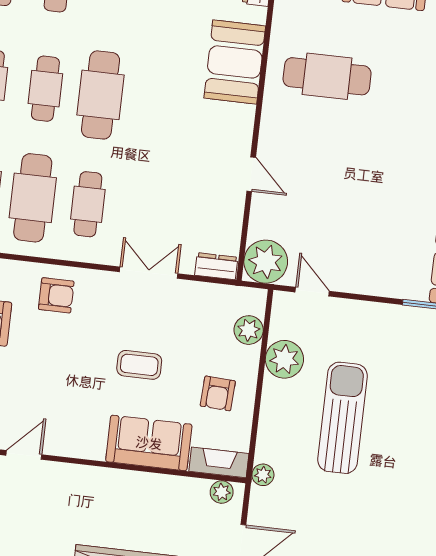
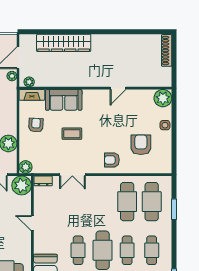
cafe table: (88, 204) -> (78, 250), moved
plant: (249, 330) -> (26, 167), moved
plant: (263, 475) -> (12, 76), moved

